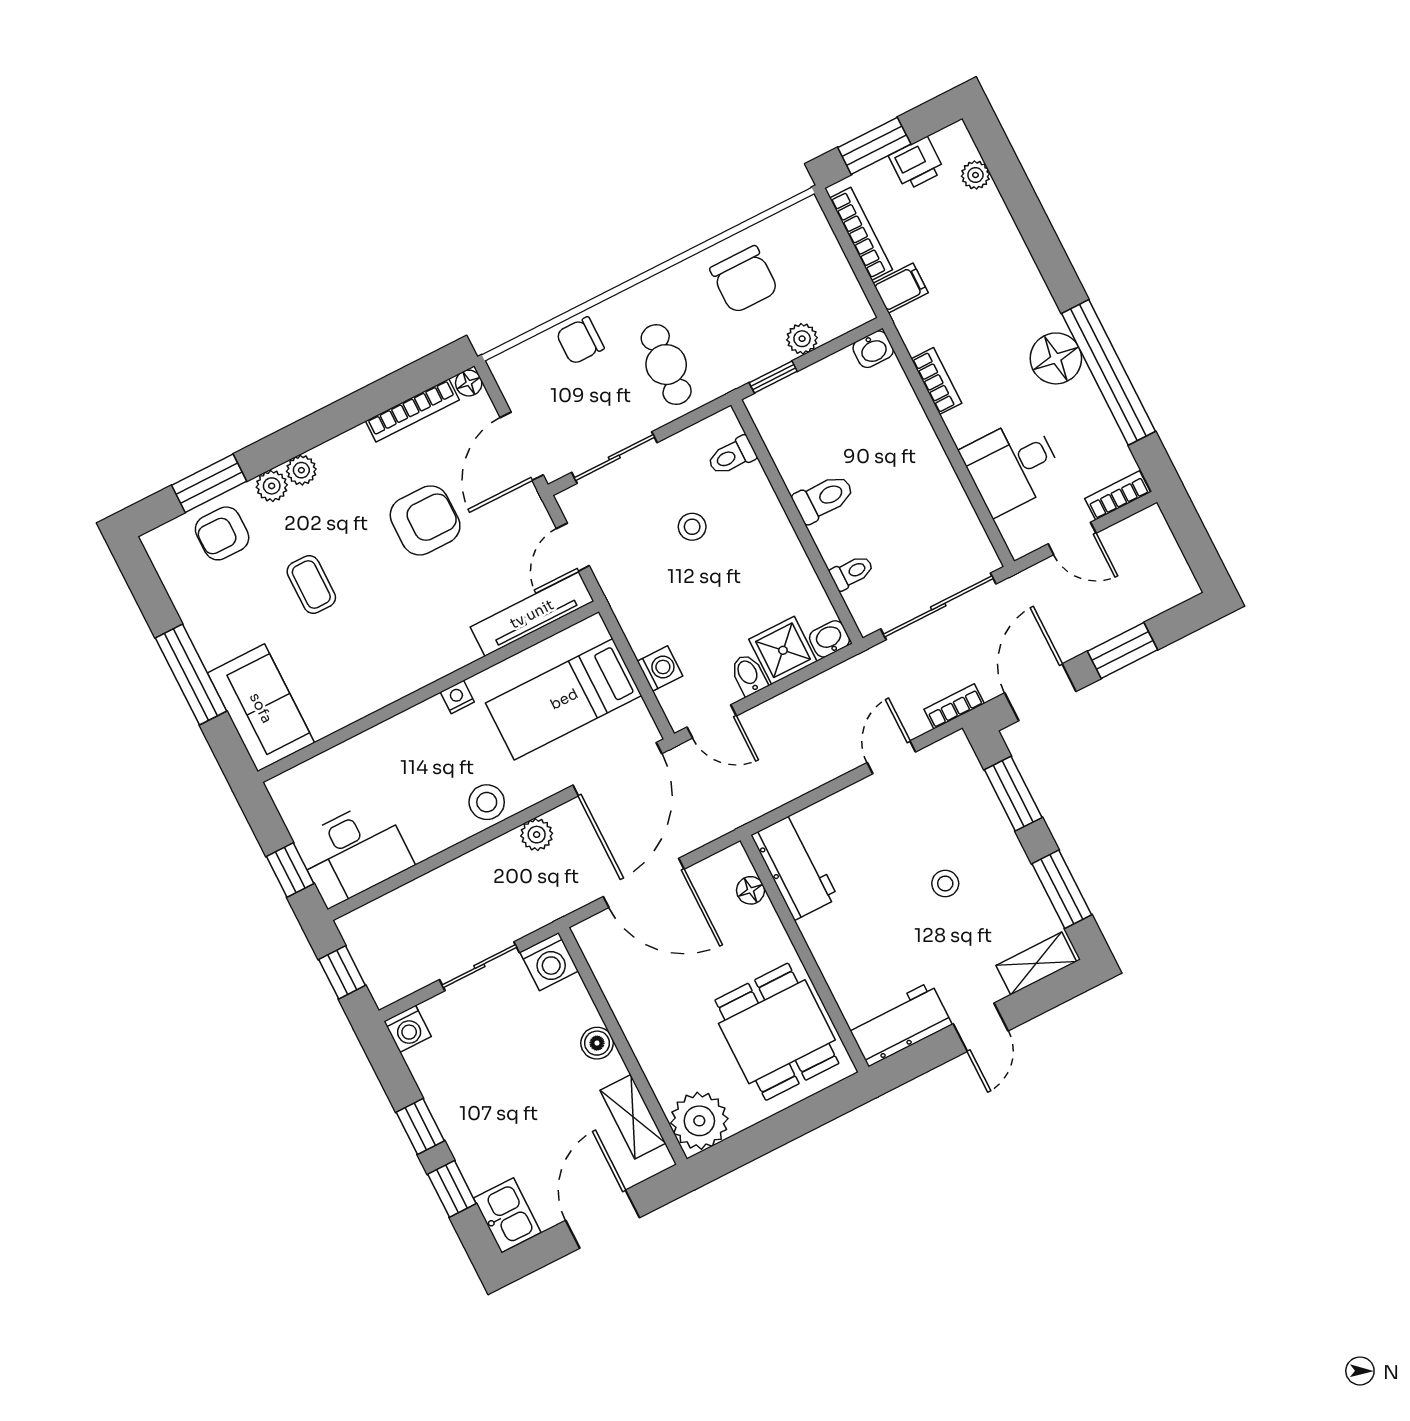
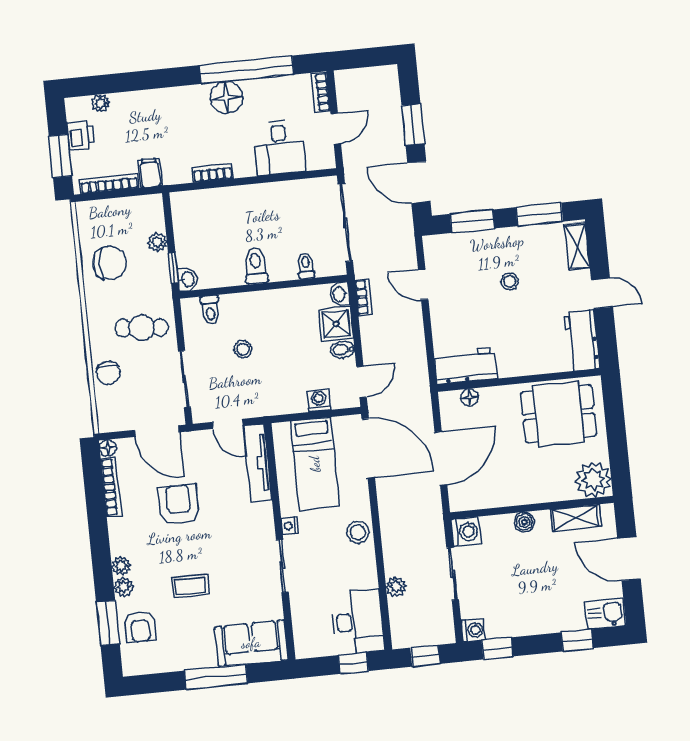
washbasin: (873, 349) -> (187, 279), moved
bookcase: (954, 706) -> (364, 297), moved, turned 180
sliding door: (394, 709) -> (282, 566), added
plant: (537, 835) -> (396, 587), moved
window: (420, 1127) -> (497, 648), moved

